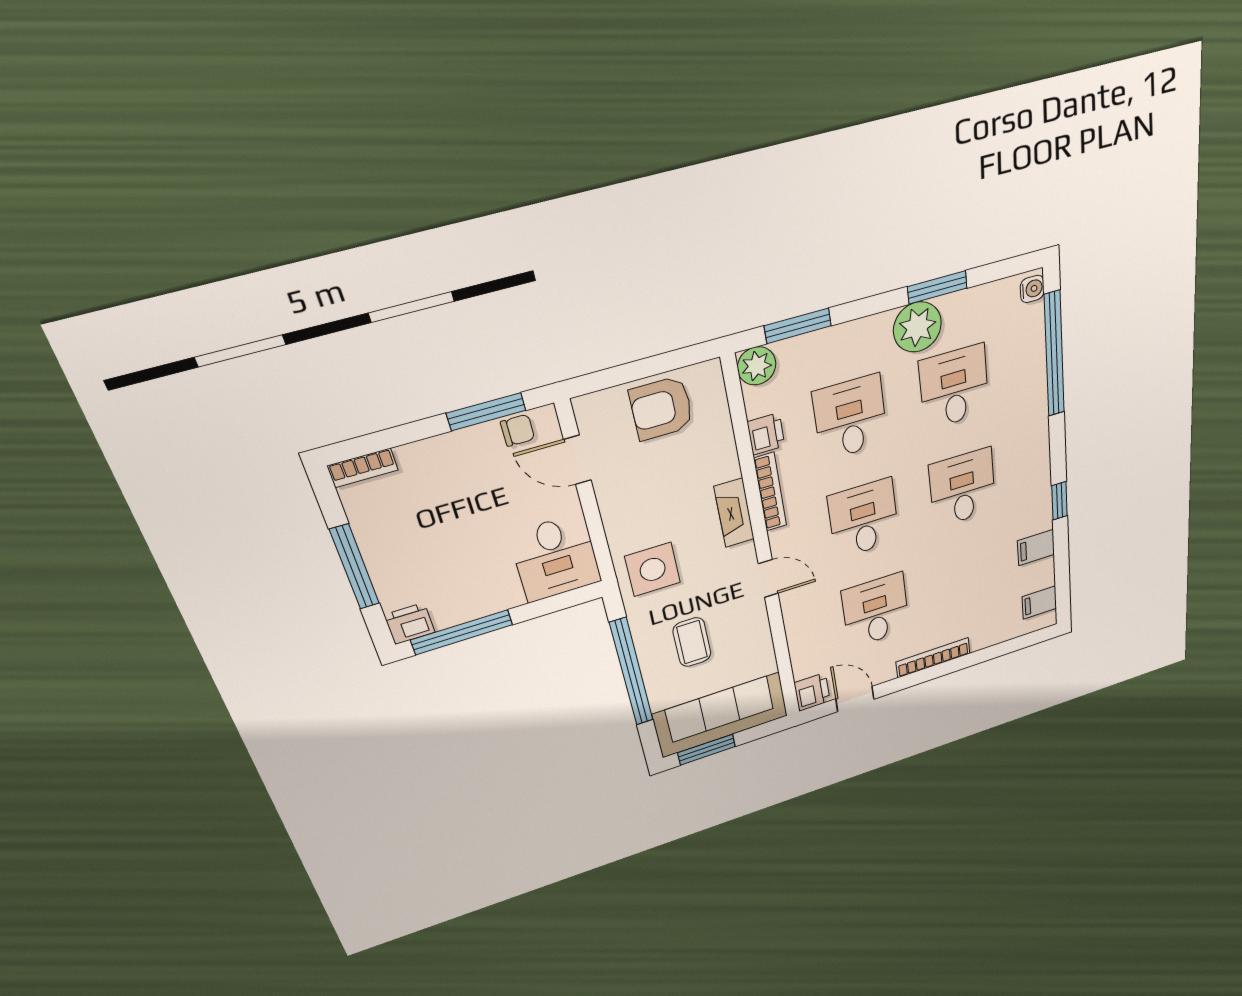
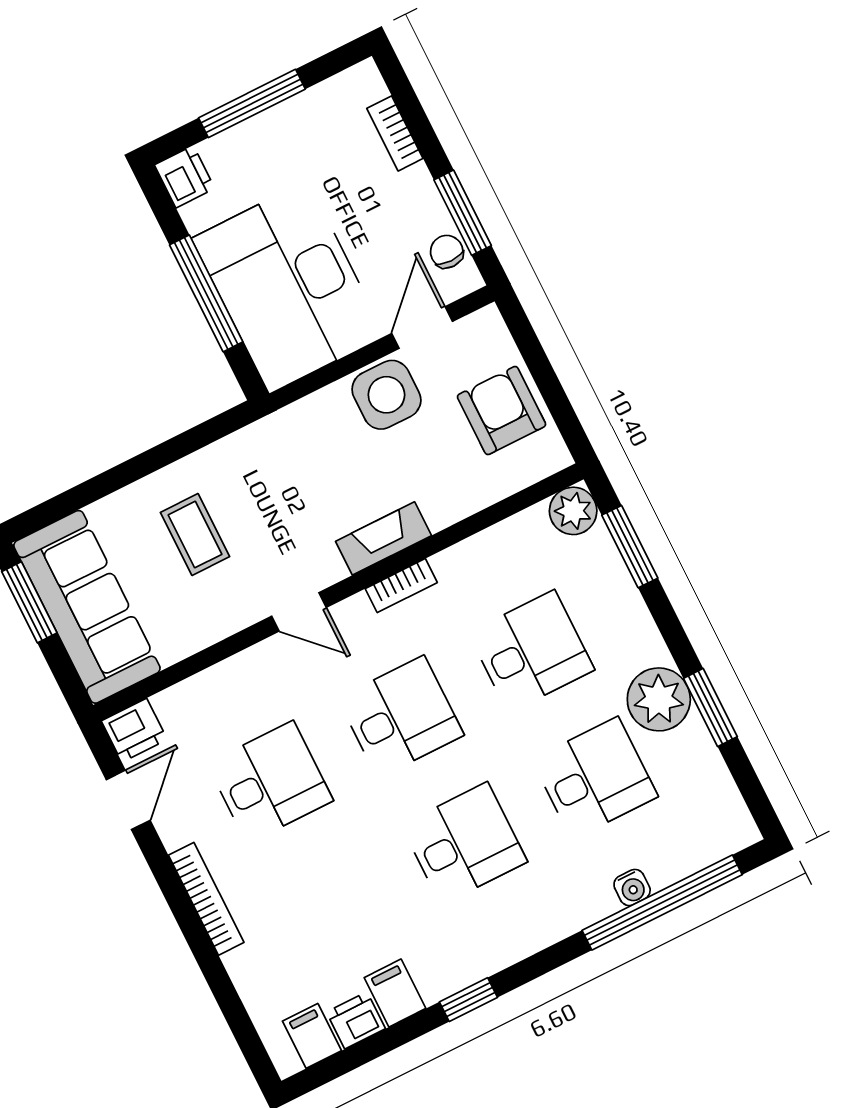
water cooler: (1032, 289) -> (632, 887), moved
chair: (518, 430) -> (447, 252), turned 180
printer: (766, 434) -> (356, 1020), moved, turned 180
bookcase: (363, 468) -> (395, 133), moved
bookcase: (770, 492) -> (401, 586), width x0.64
desk: (555, 558) -> (288, 287), width x1.87, depth x1.30
side table: (653, 569) -> (386, 395), moved
door: (768, 579) -> (299, 612), hinge flipped
window: (462, 632) -> (206, 293), moved
coffee table: (692, 642) -> (195, 535), turned 90
window: (632, 672) -> (143, 465), removed

